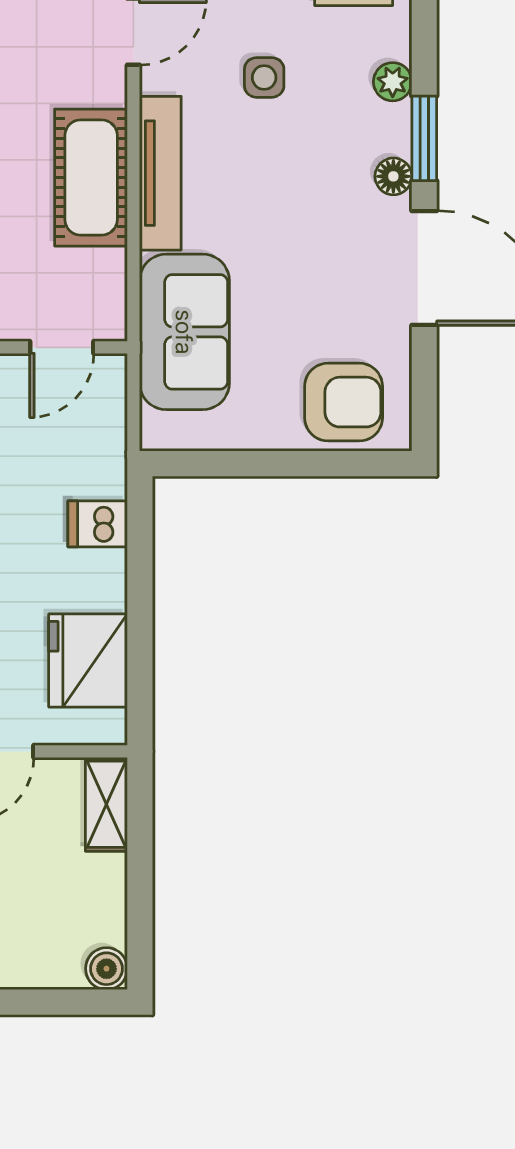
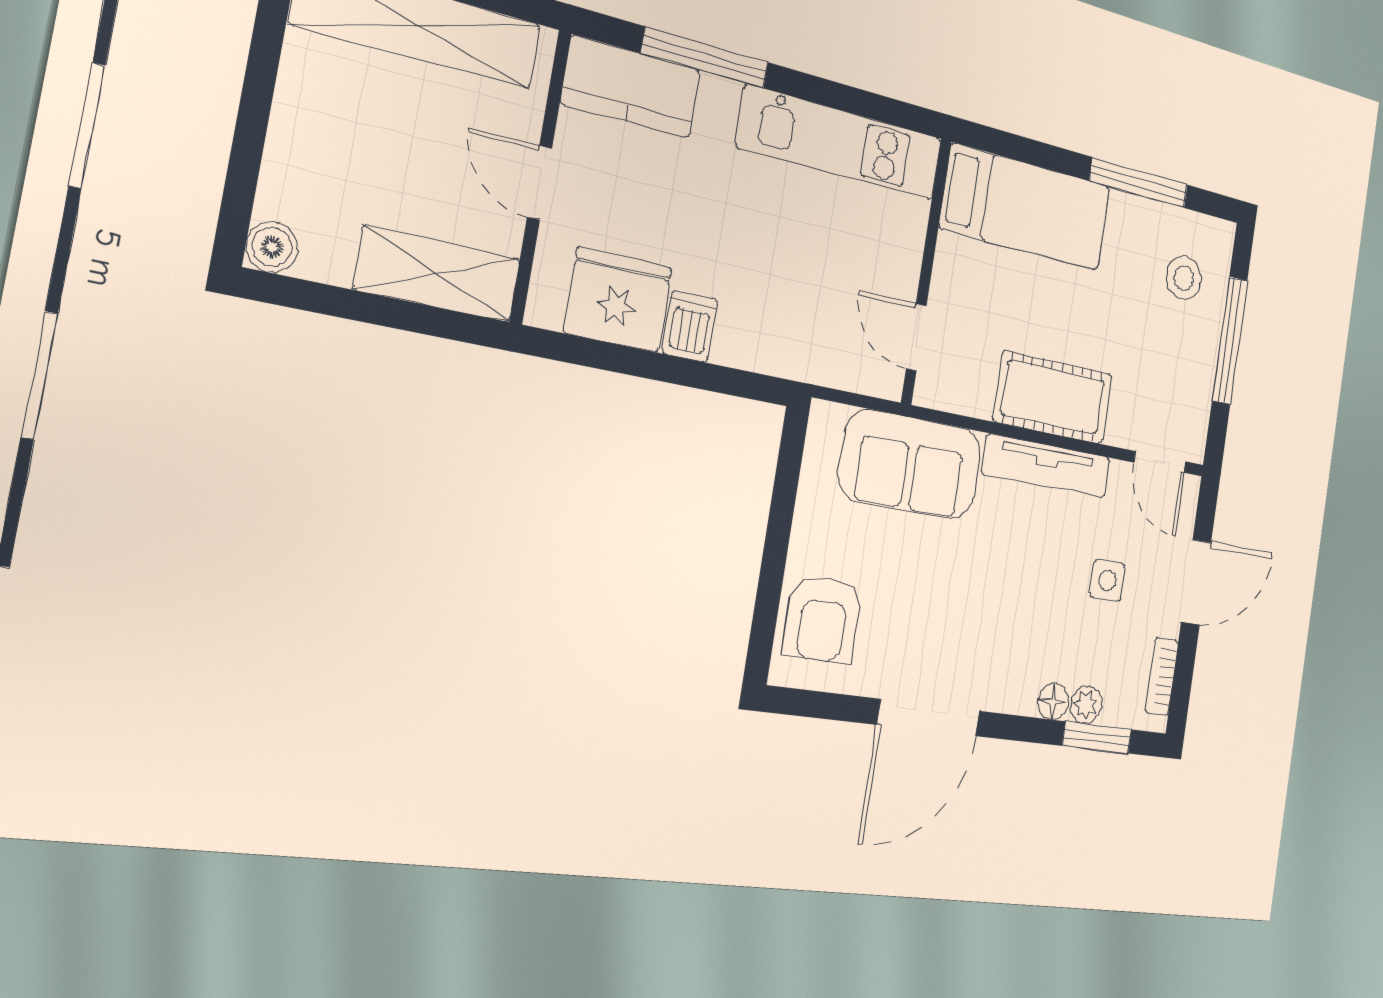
window: (424, 138) -> (1097, 738), moved
floor lamp: (393, 176) -> (1053, 701), moved
dishwasher: (98, 524) -> (690, 326), moved
shelving: (106, 804) -> (437, 274), width x1.50, depth x1.33

